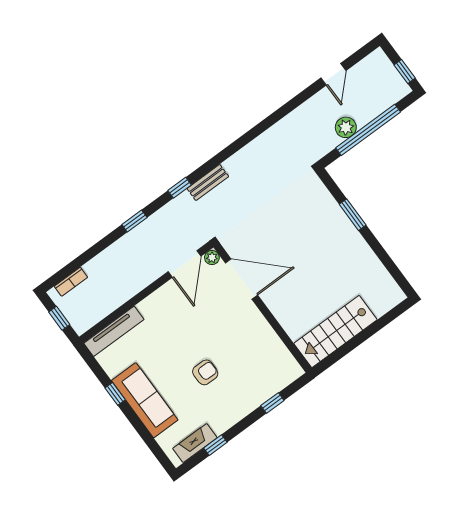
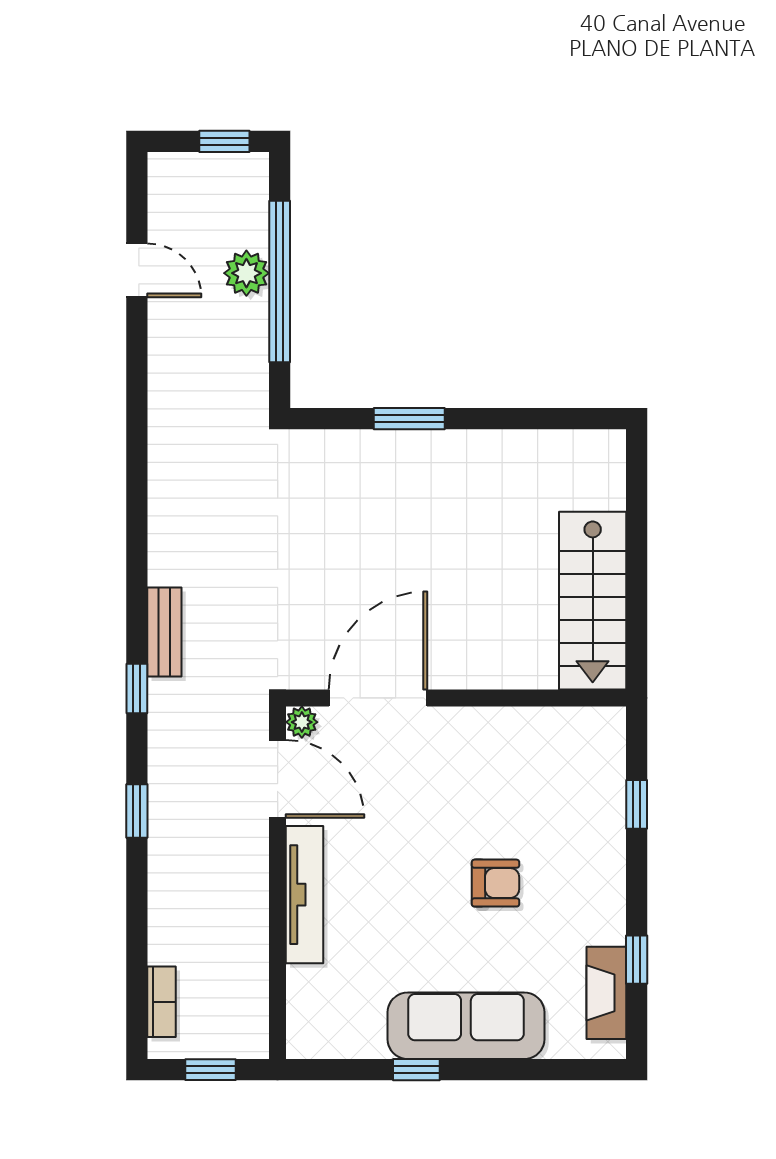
plant: (346, 127) -> (246, 273), moved
tv unit: (114, 331) -> (305, 895), moved
armchair: (205, 372) -> (495, 883), turned 90

